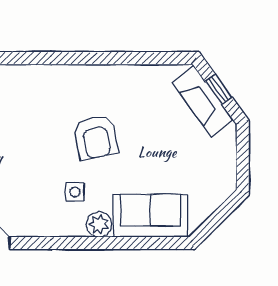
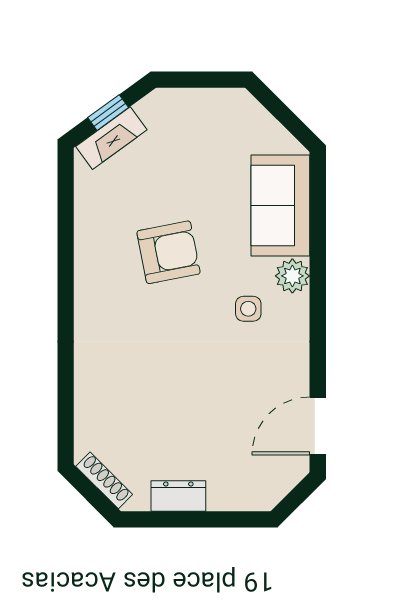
fireplace: (203, 101) -> (111, 138), width x0.73, depth x0.76
armchair: (96, 137) -> (168, 252), moved

